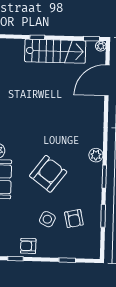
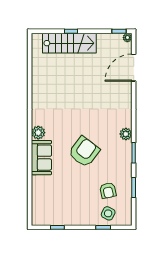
stairs: (55, 51) -> (69, 43), moved
side table: (47, 219) -> (108, 213), moved
armchair: (28, 246) -> (68, 216), removed

